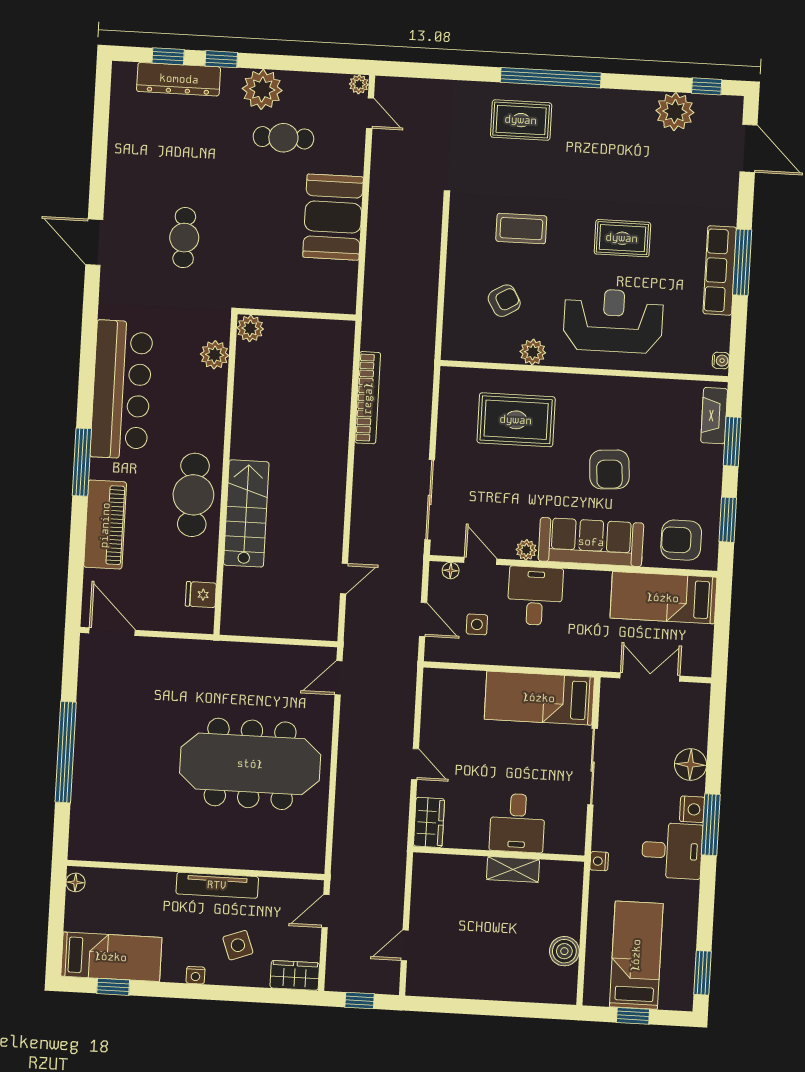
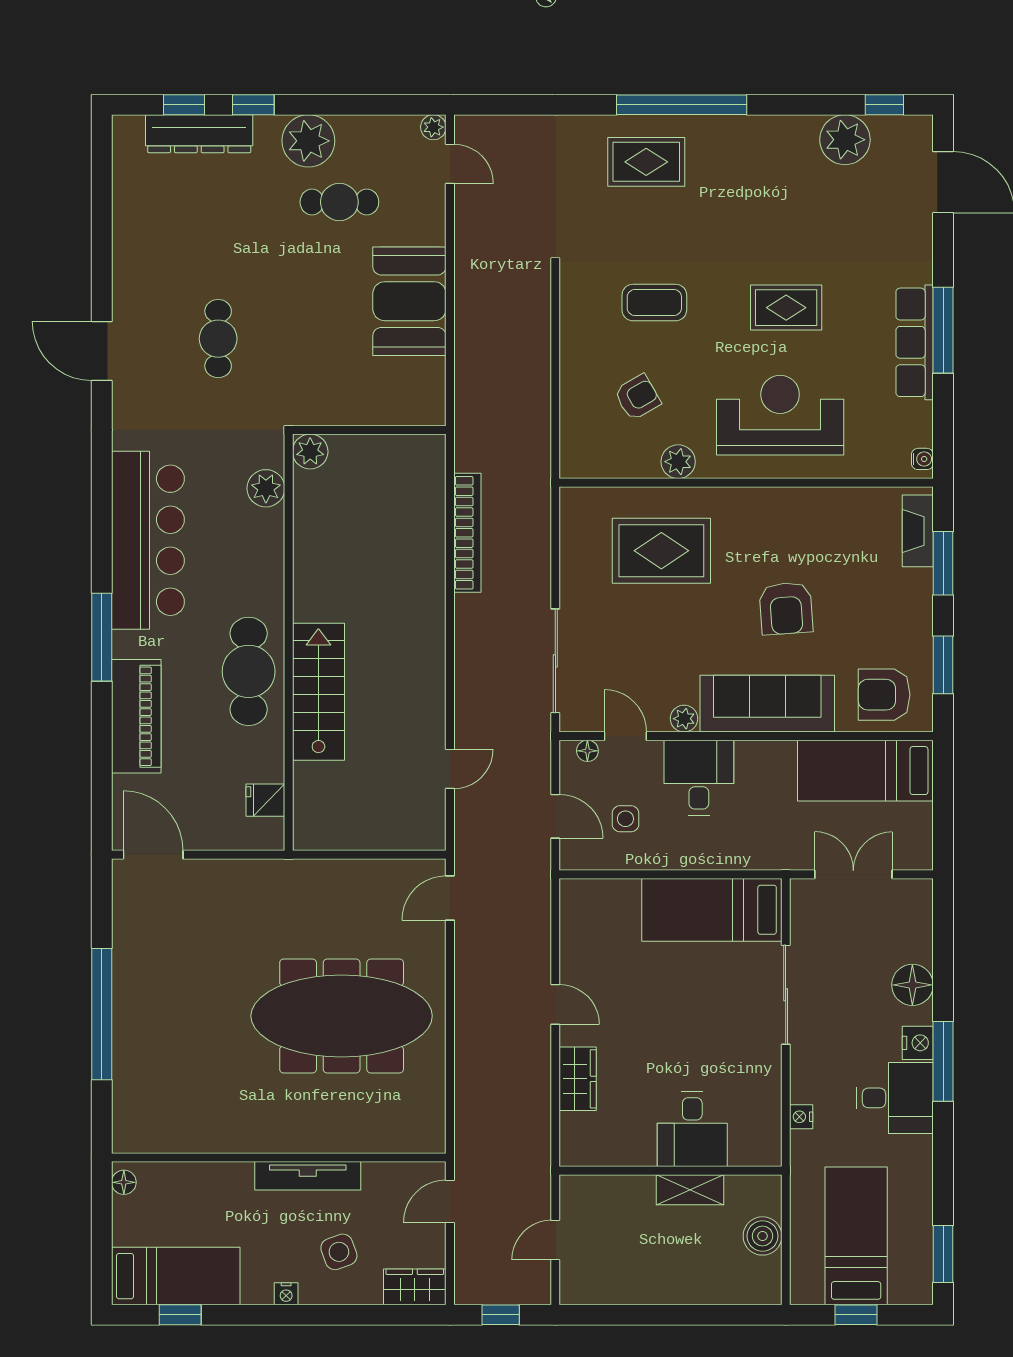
desk: (517, 823) -> (692, 1129), moved
wall: (499, 854) -> (670, 1171), moved
shelving: (513, 869) -> (690, 1190), moved

